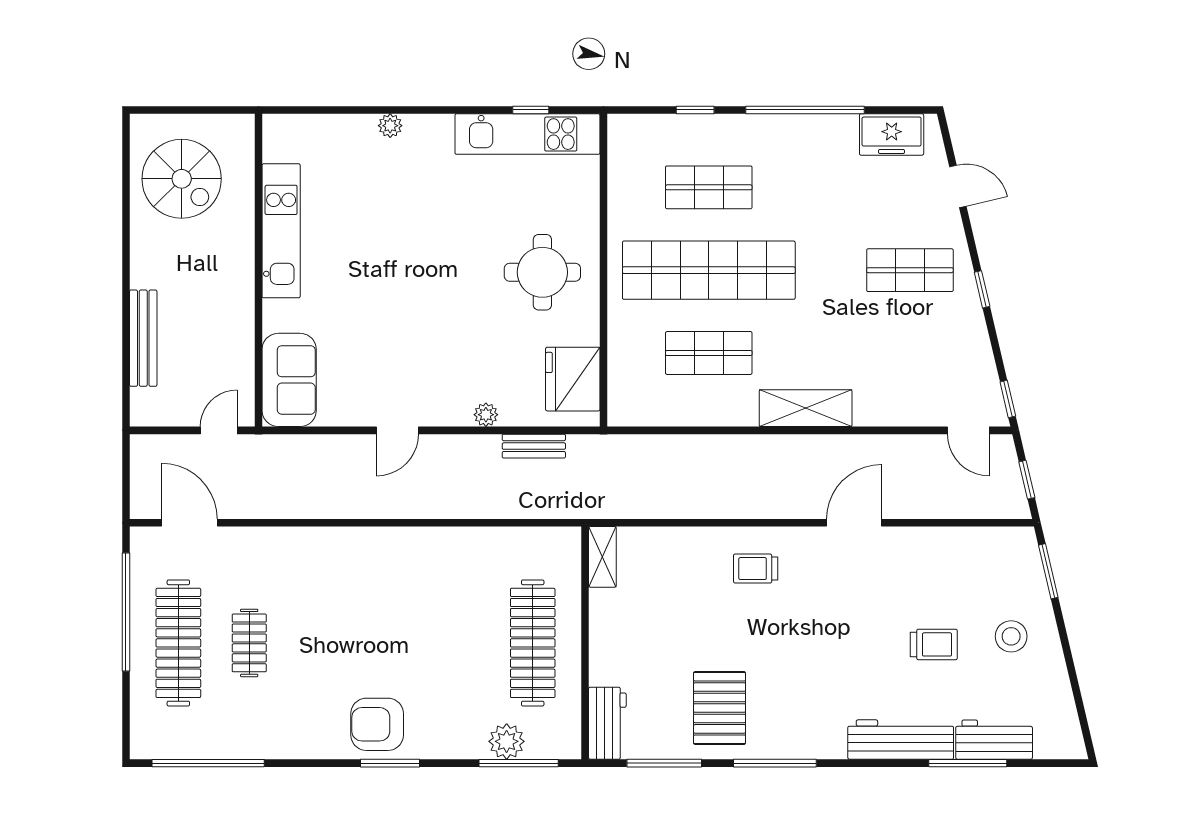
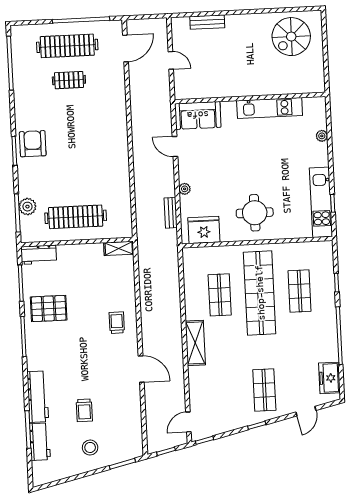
kitchen unit: (281, 231) -> (270, 108), moved
wall: (258, 270) -> (250, 98), moved
bench: (143, 338) -> (207, 22), width x0.73
sofa: (289, 380) -> (198, 115), moved

